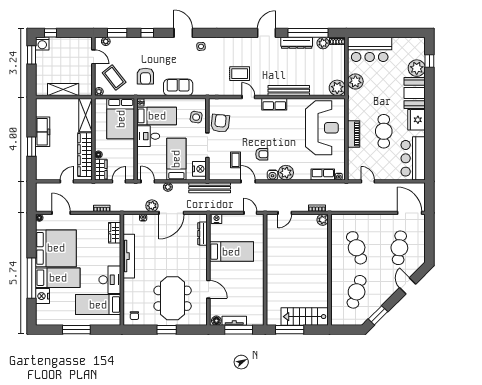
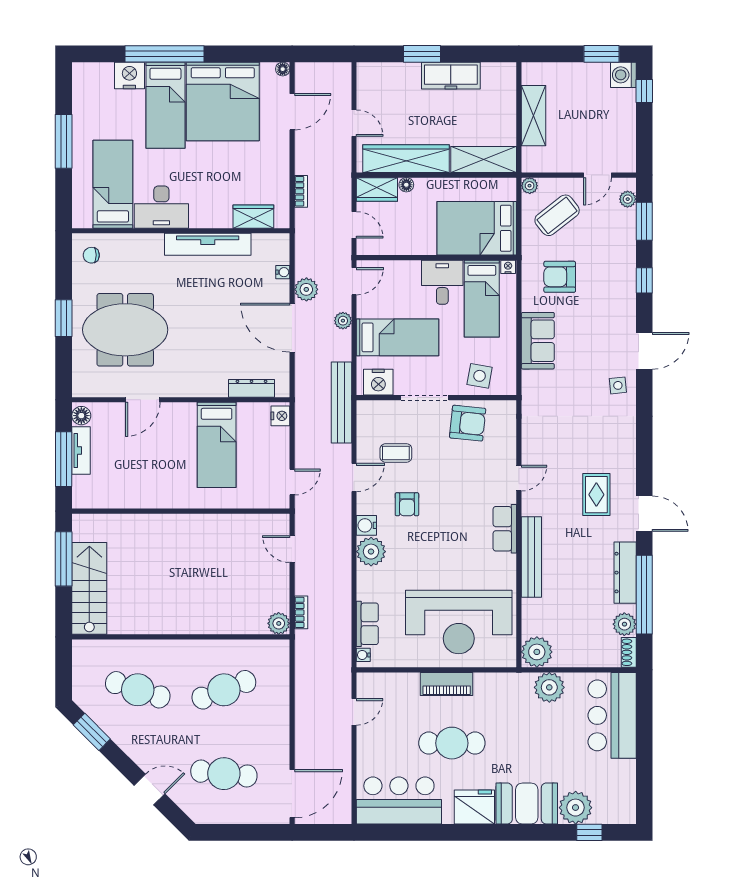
rug: (240, 74) -> (596, 495), moved

